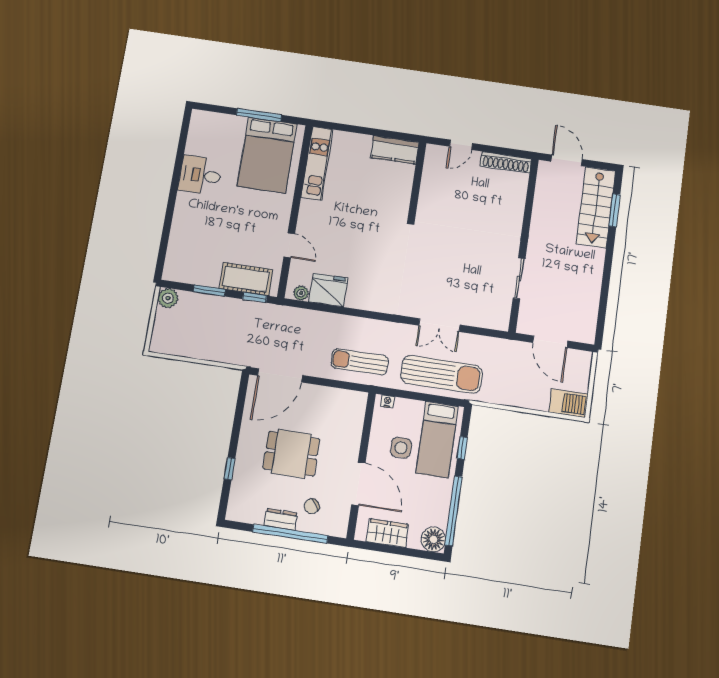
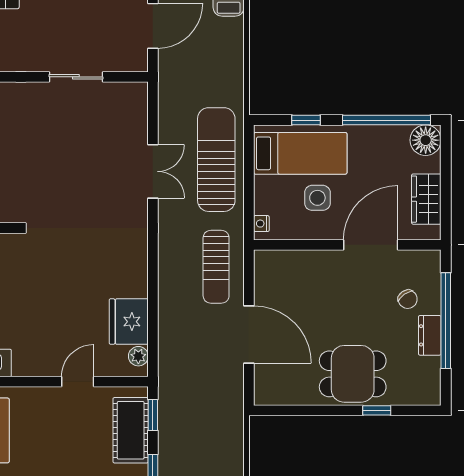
door: (280, 375) -> (249, 334), moved
dining table: (291, 454) -> (353, 374), moved, turned 90

